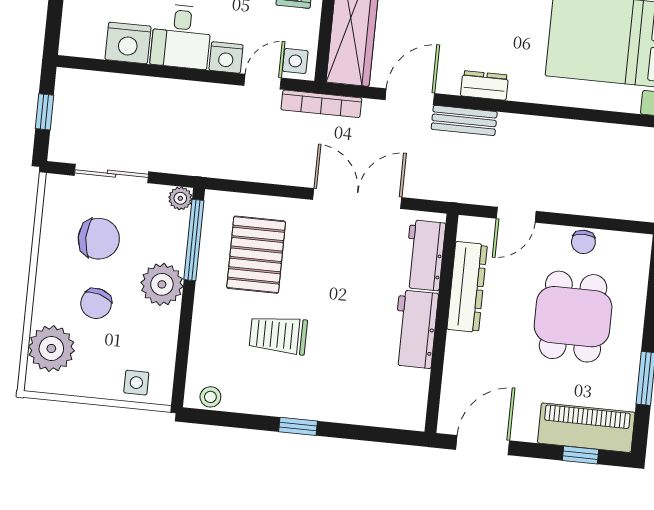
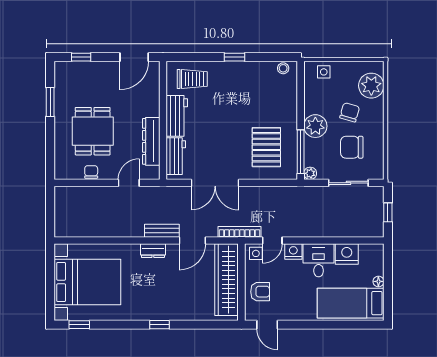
trolley: (278, 335) -> (192, 79), moved
piano: (586, 428) -> (79, 72), removed

